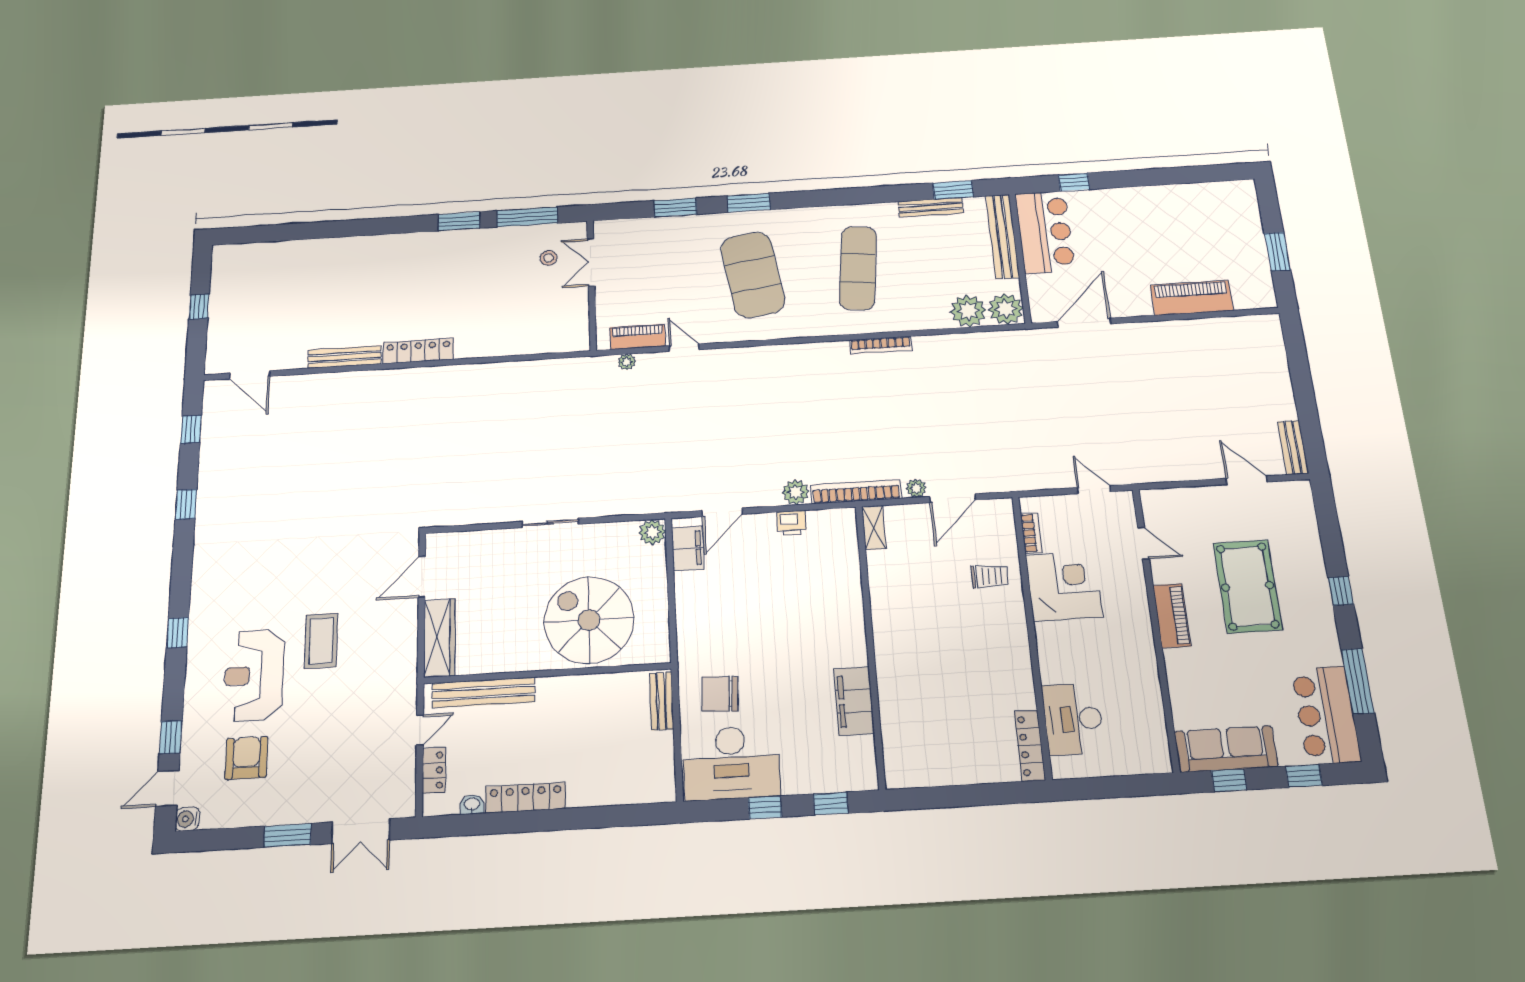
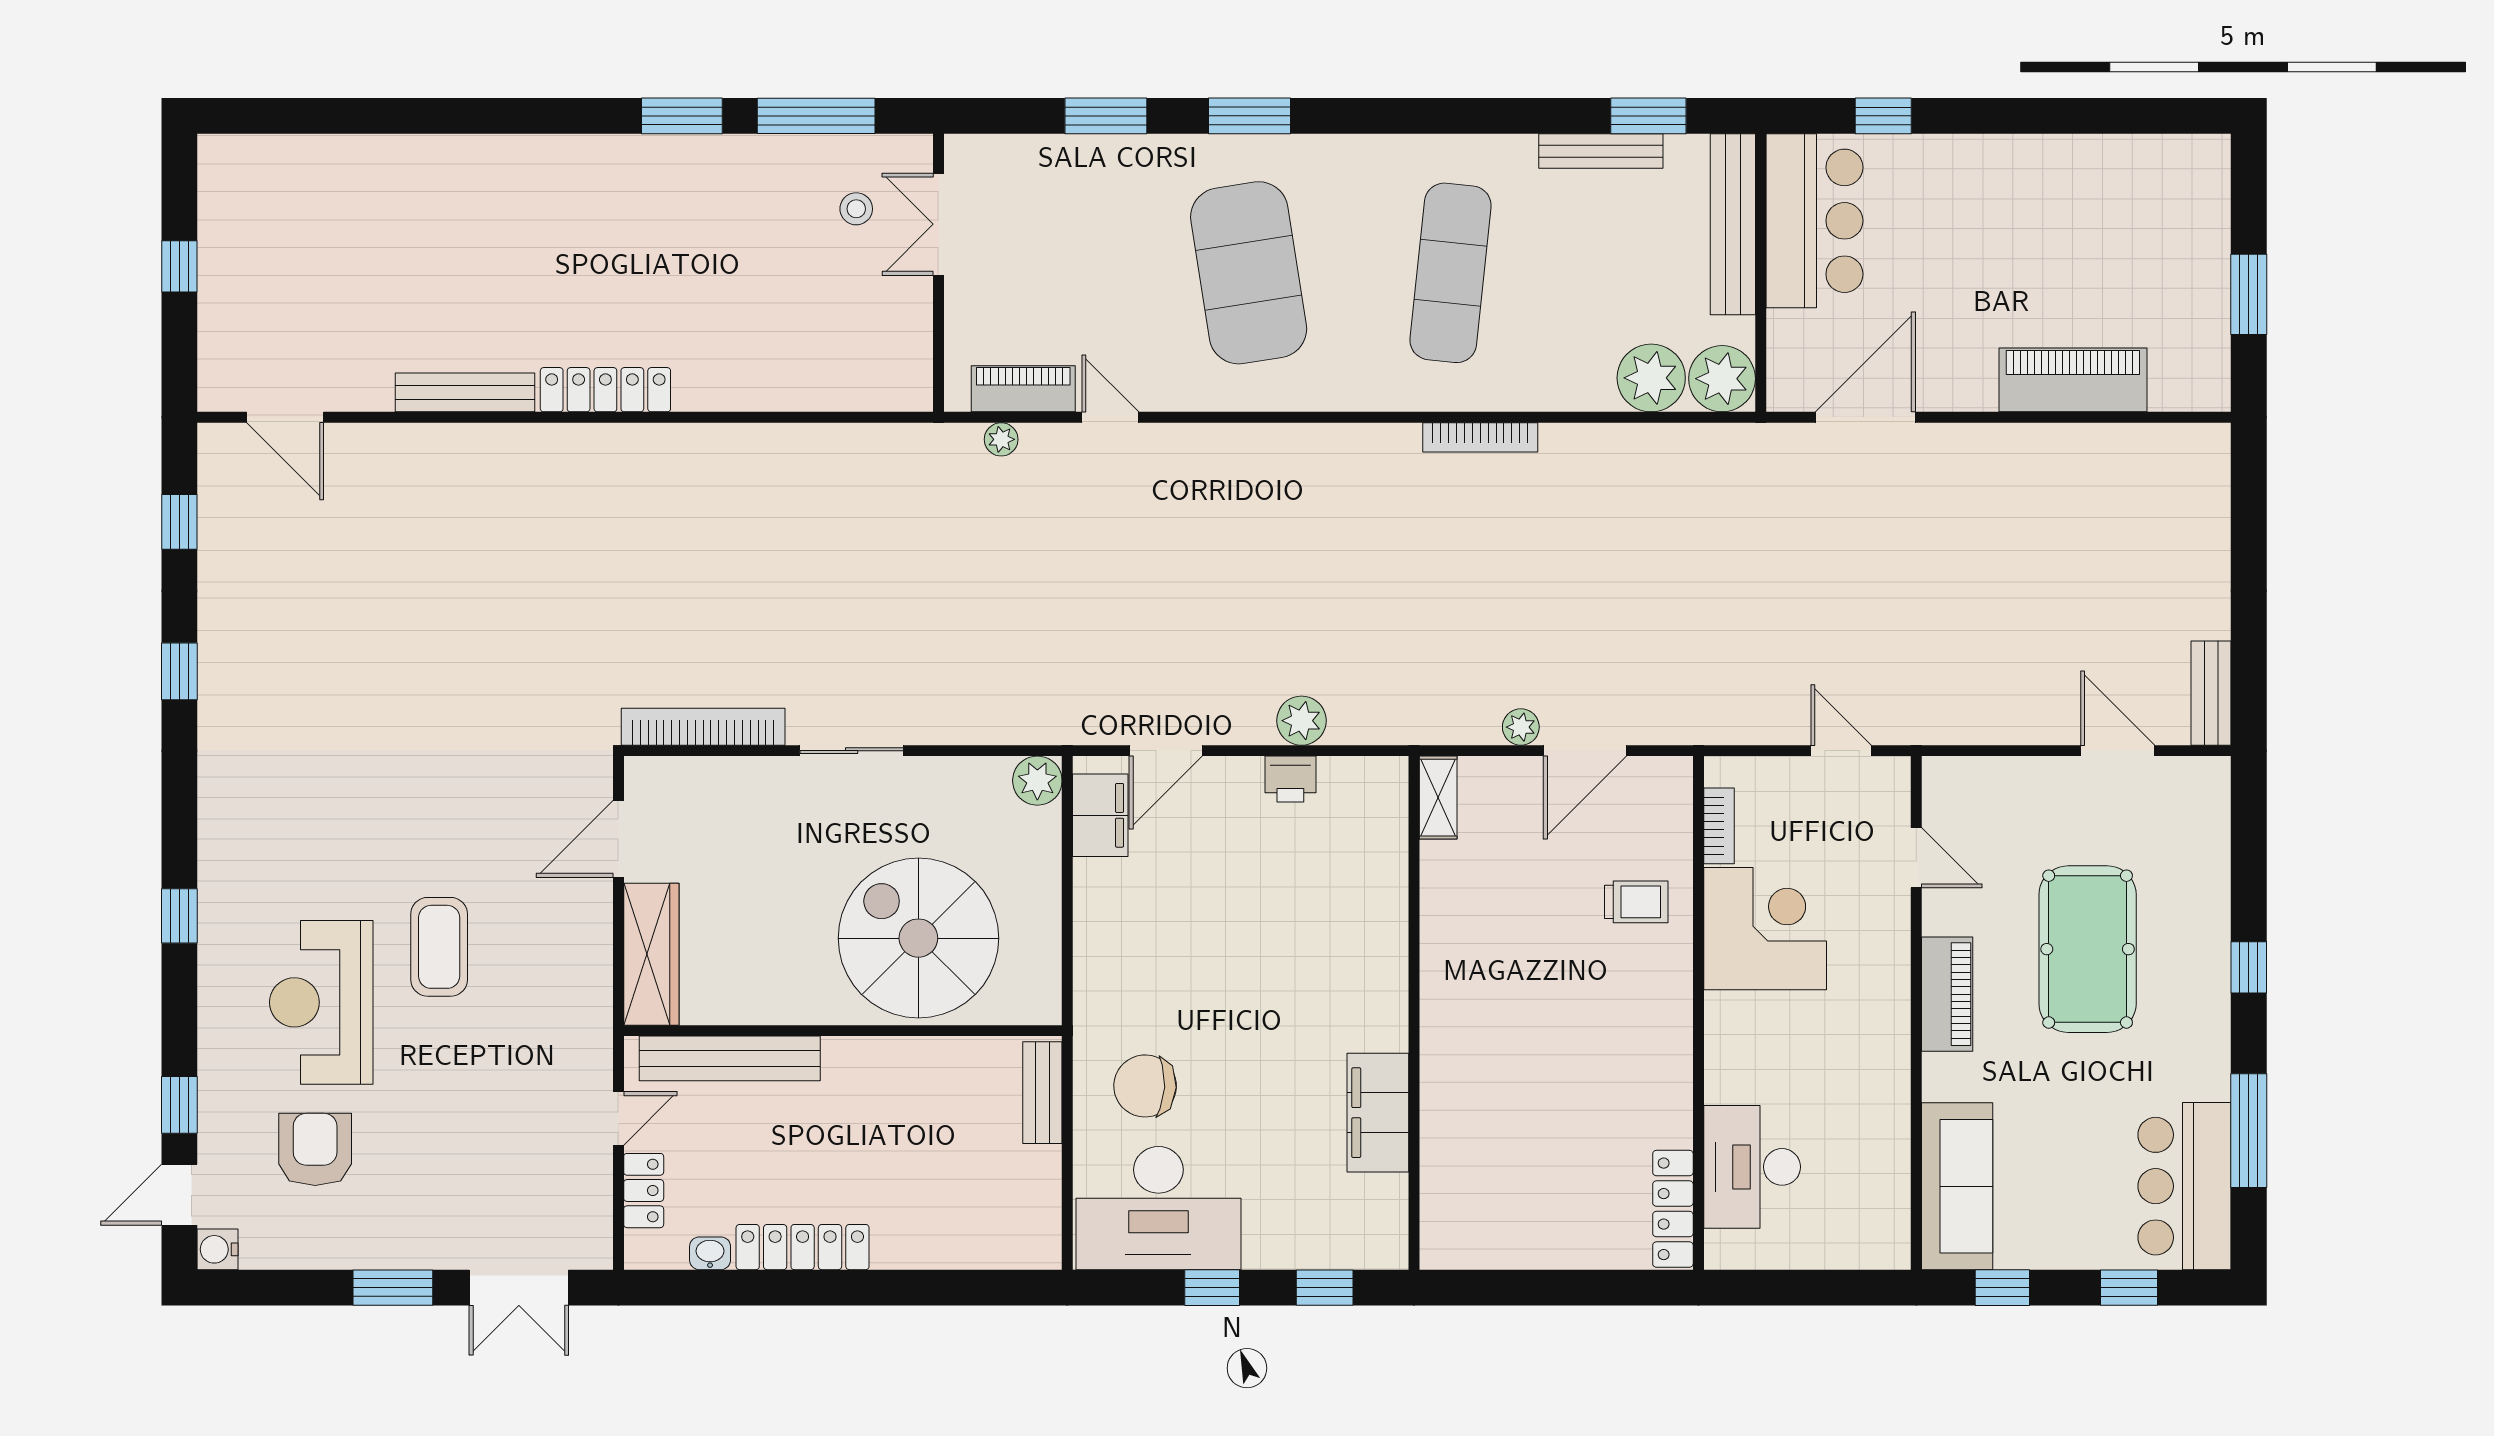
bookcase: (856, 492) -> (703, 727), moved
sofa: (1226, 749) -> (1957, 1186), moved, turned 90

